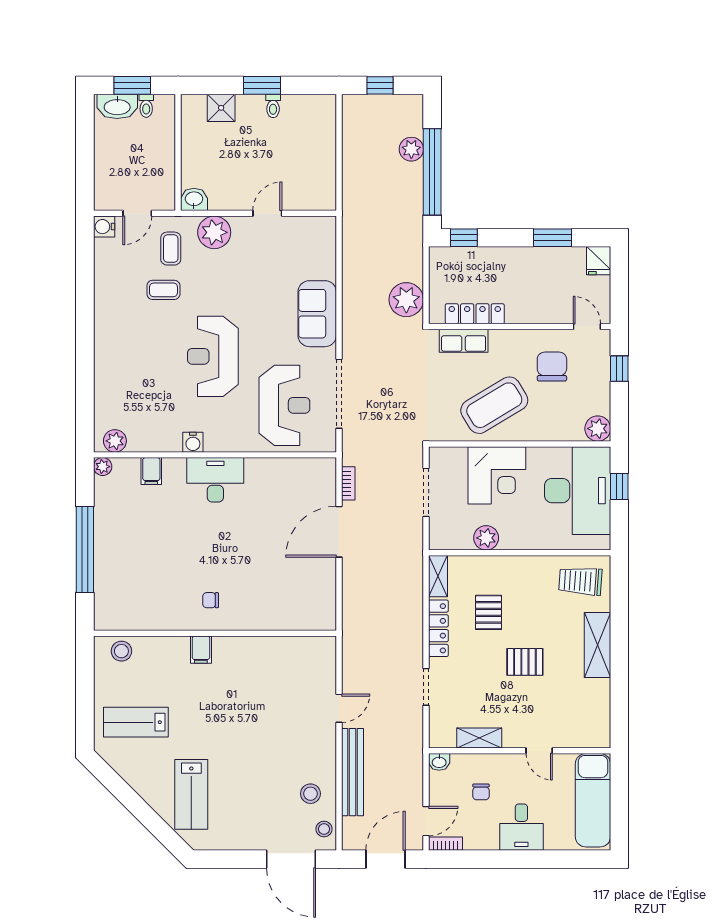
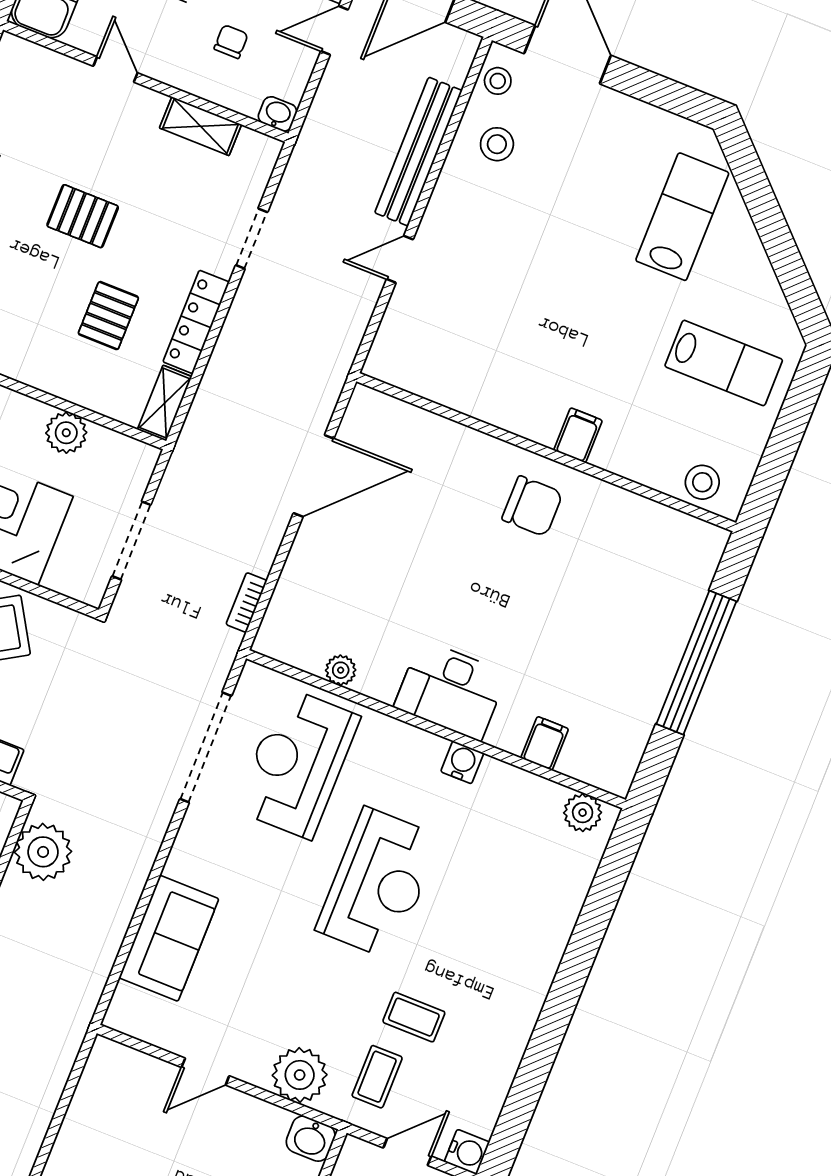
sofa: (317, 314) -> (169, 938), moved
plant: (103, 467) -> (341, 670), moved
door: (339, 532) -> (314, 476), moved
chair: (211, 600) -> (532, 506), width x1.87, depth x1.87

